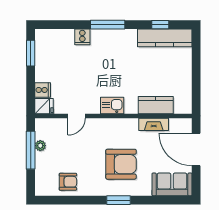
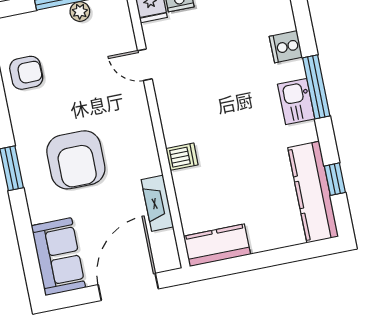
kitchen sink: (112, 105) -> (296, 102), moved, turned 180
kitchen counter: (156, 105) -> (217, 245), moved, turned -90
dishwasher: (131, 106) -> (182, 157), added
armchair: (68, 182) -> (26, 73), turned -90

